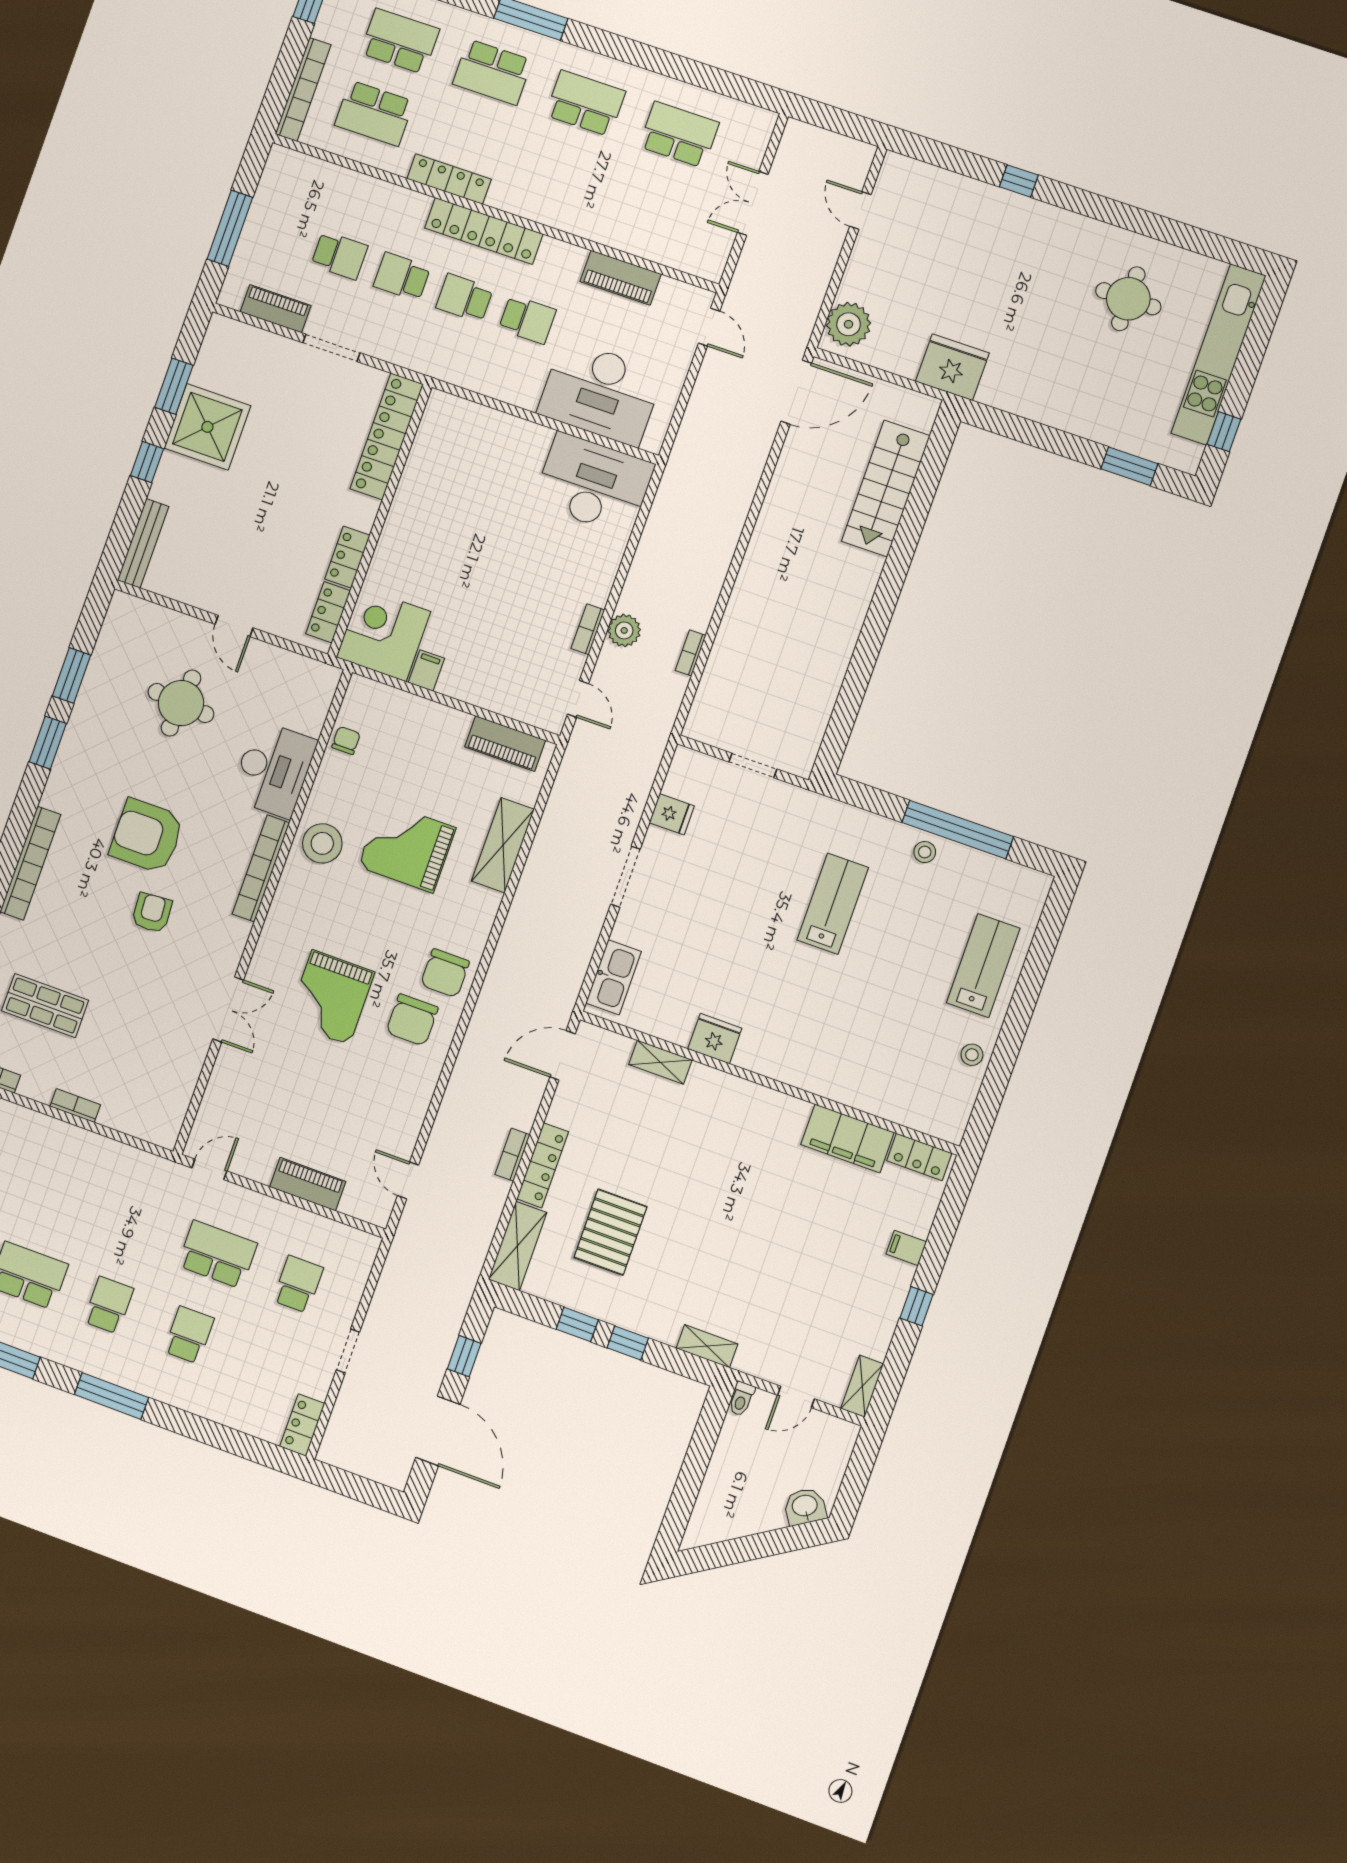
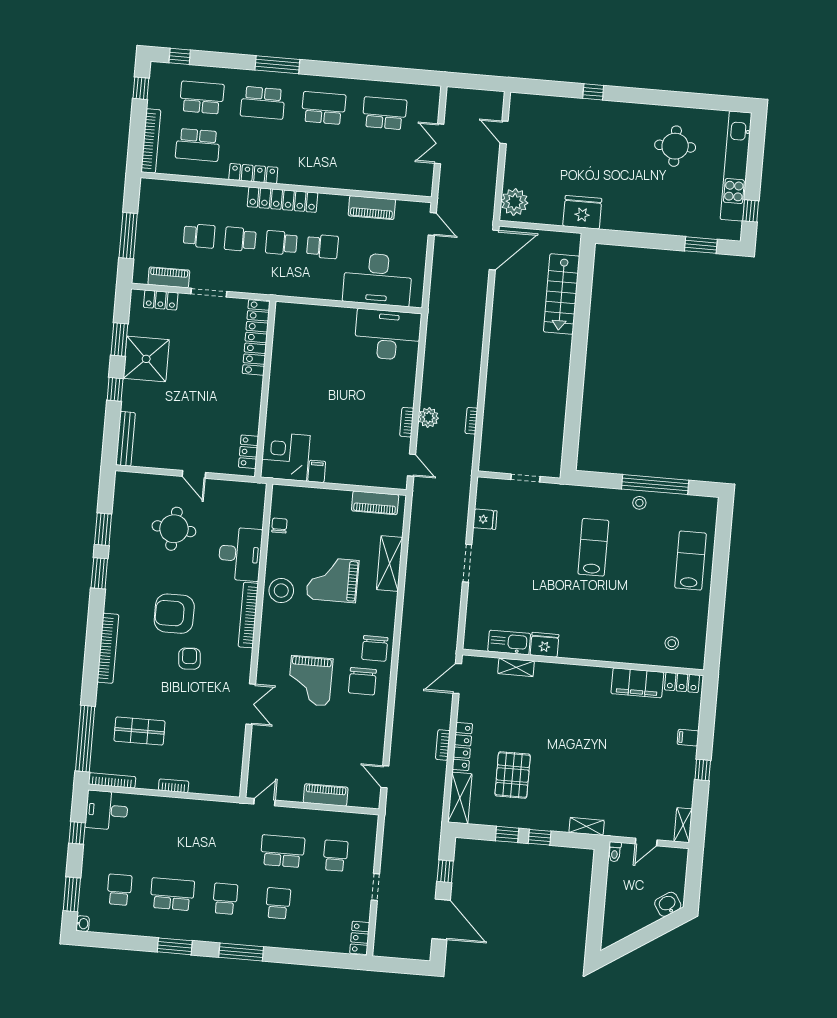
locker: (347, 557) -> (161, 300), moved, turned -90
kitchen sink: (614, 977) -> (509, 642), moved, turned -90
stool: (972, 1055) -> (672, 643), moved

